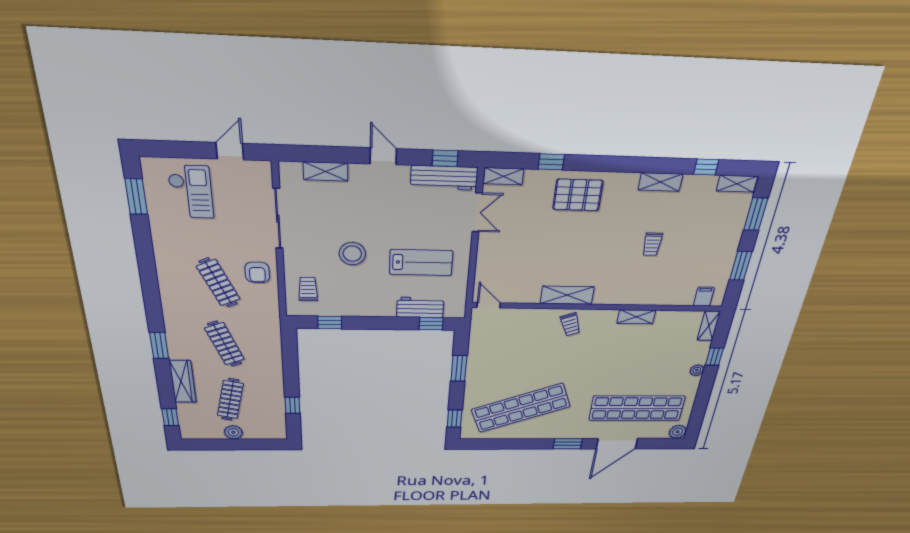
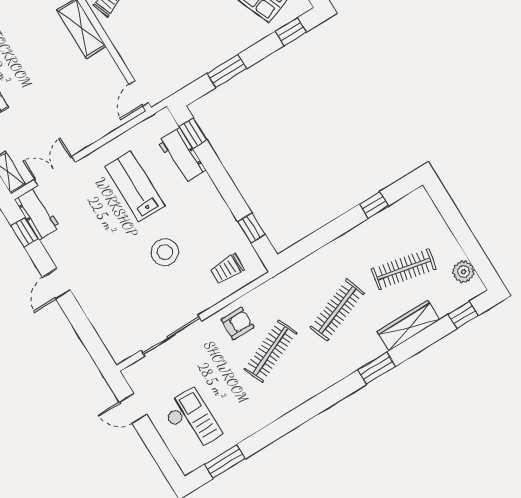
shelving: (325, 171) -> (101, 322), removed
workbench: (444, 178) -> (37, 213), width x0.73
checkout: (191, 192) -> (192, 420), turned 90
plant: (233, 432) -> (464, 272), moved

